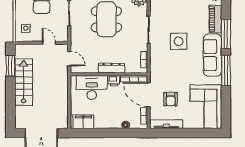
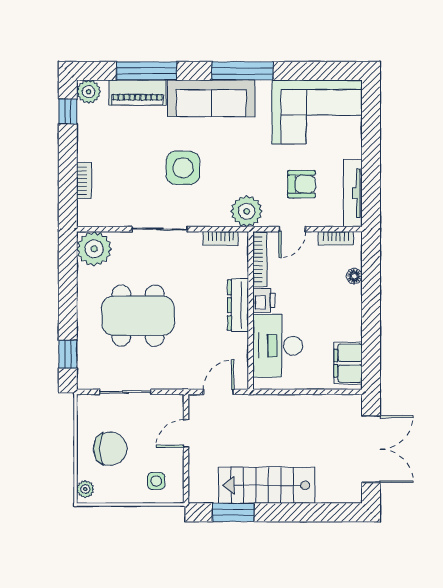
window: (226, 34) -> (147, 71), moved
plant: (157, 72) -> (247, 211), added
door: (149, 95) -> (292, 229), width x0.53

